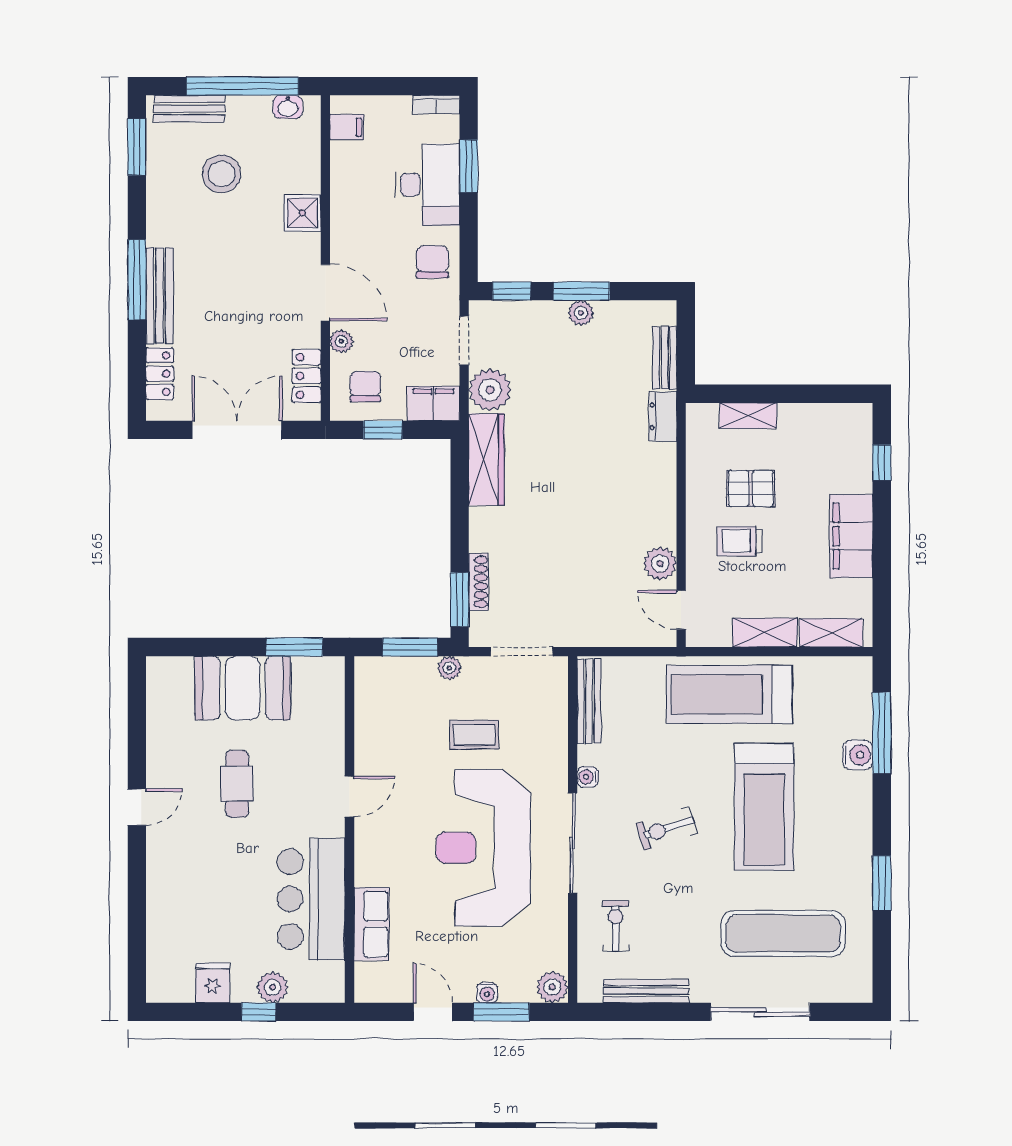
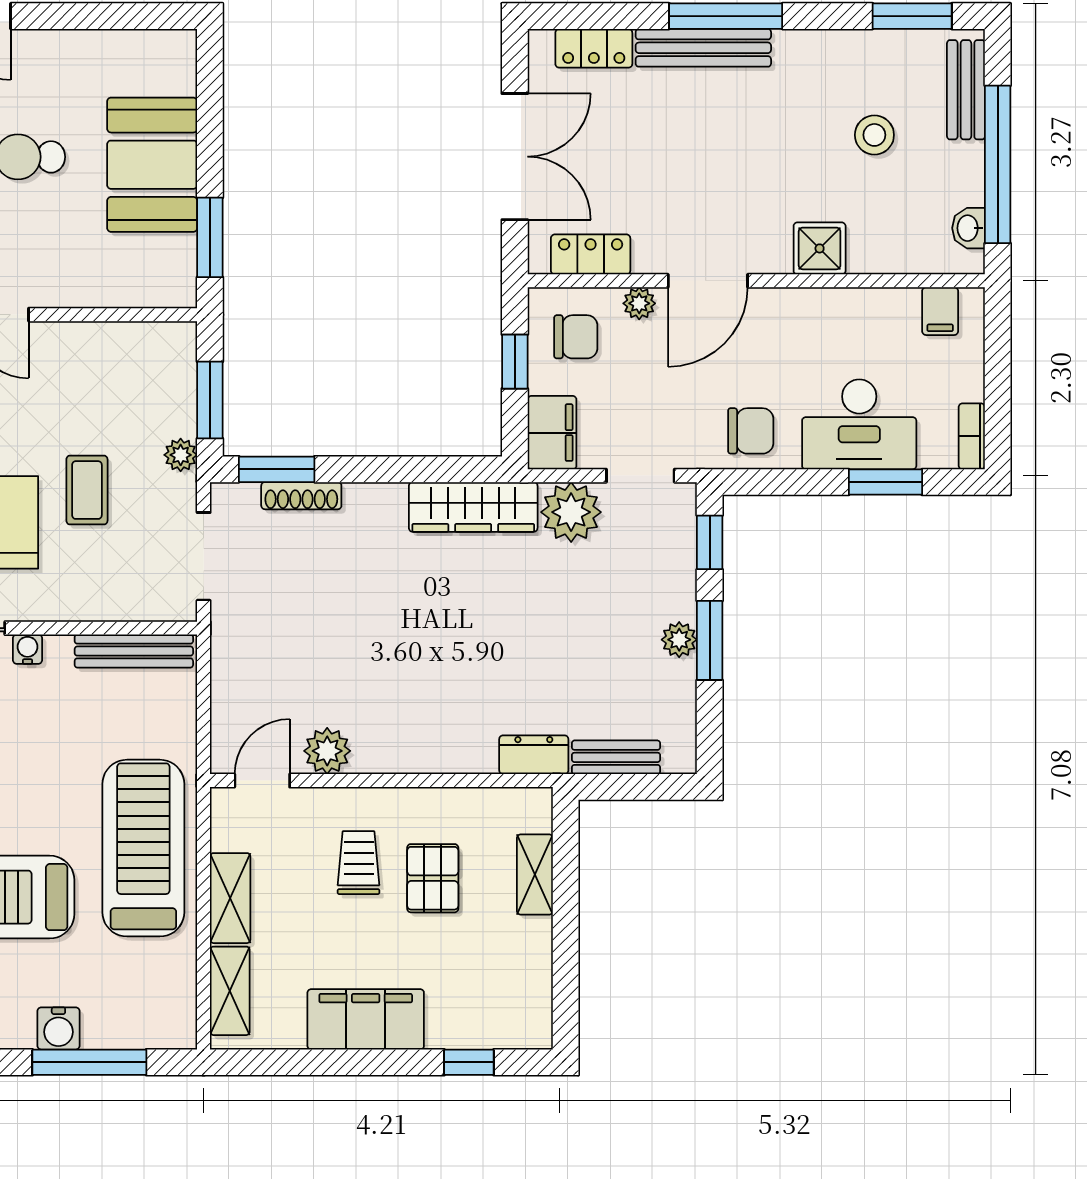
stool: (222, 174) -> (874, 135), width x0.73, depth x0.73

